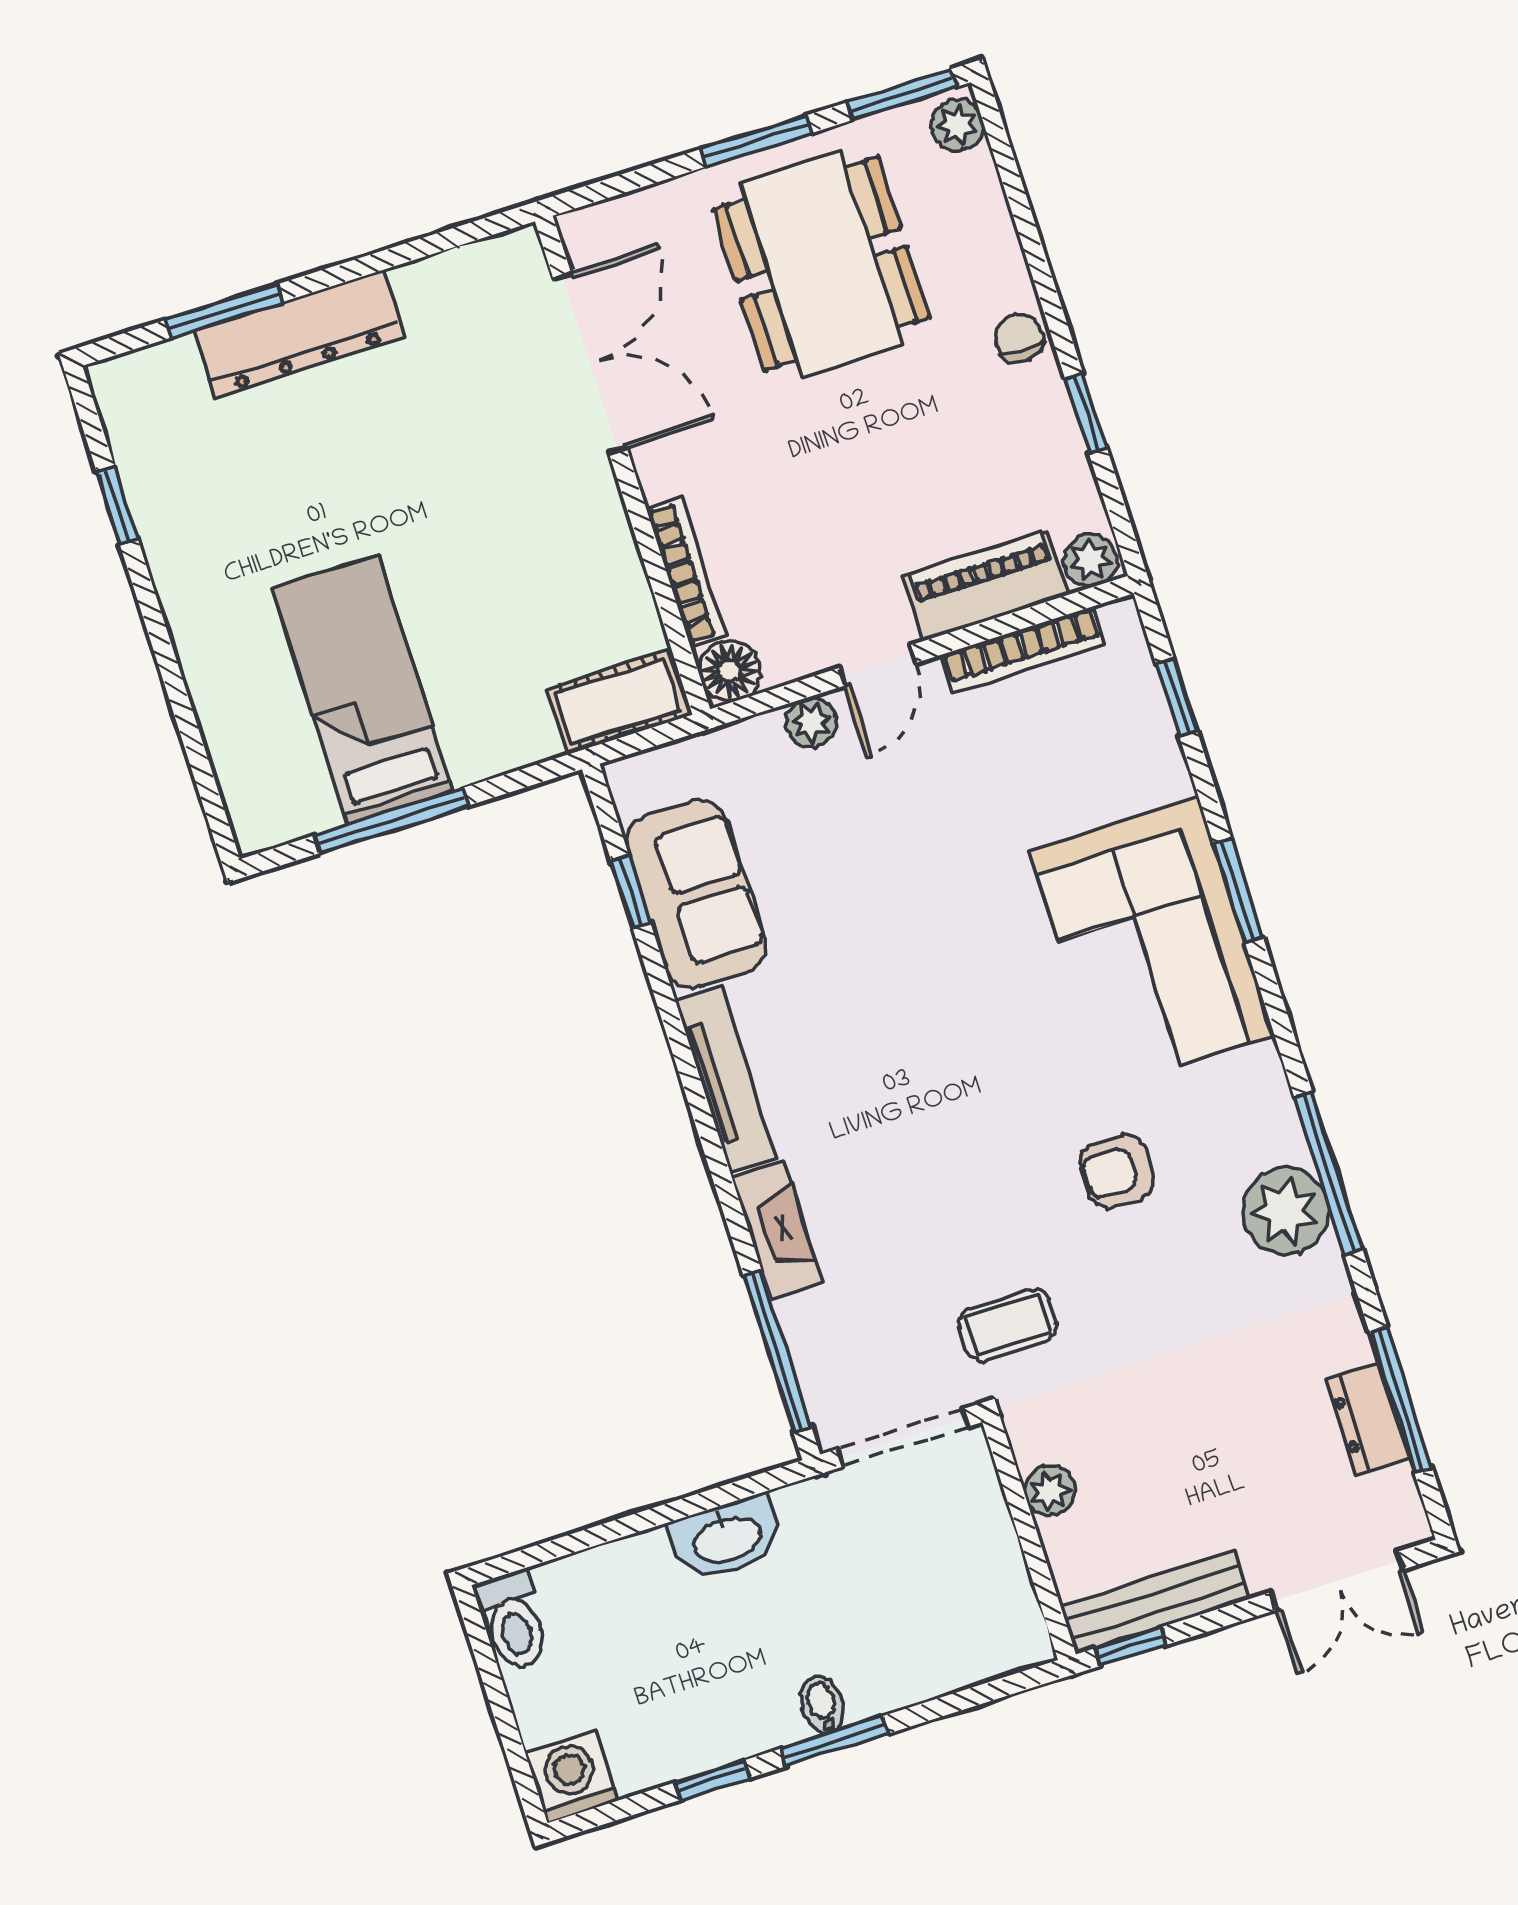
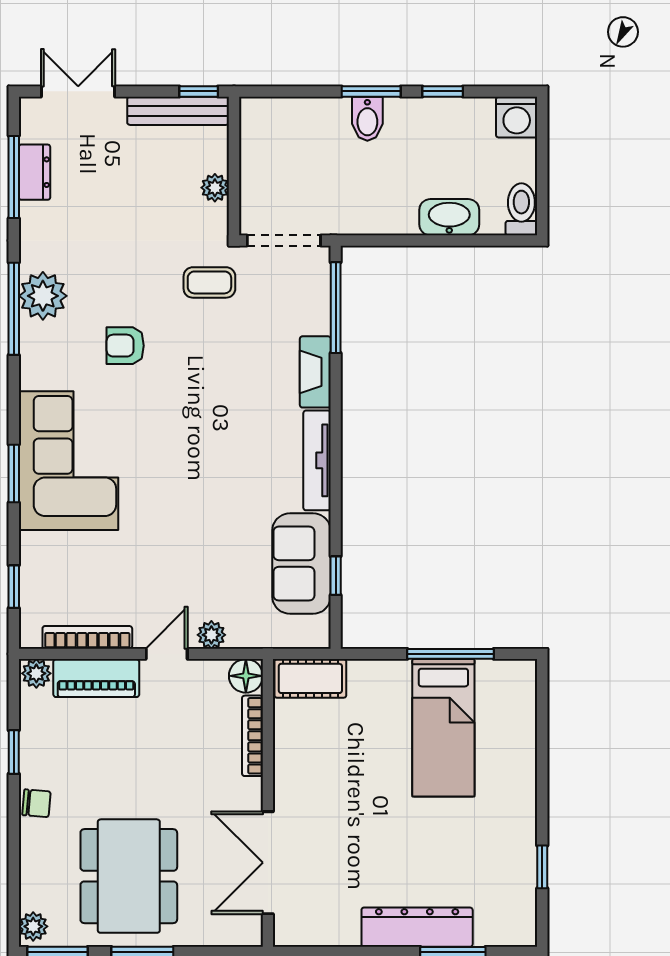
chair: (1019, 338) -> (36, 803), turned -85
armchair: (1117, 1171) -> (125, 346), turned 180
washbasin: (727, 1538) -> (449, 217), moved
bidet: (822, 1705) -> (367, 119), width x1.38, depth x1.36

